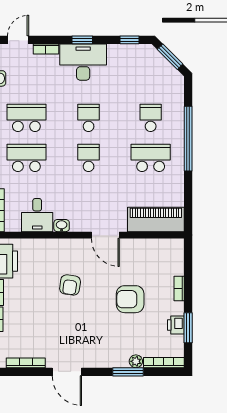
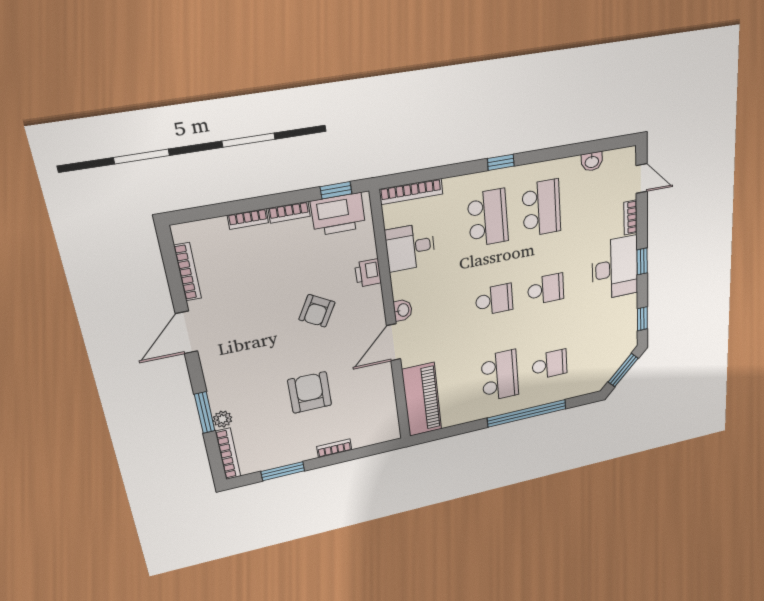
washbasin: (62, 226) -> (403, 310), moved
armchair: (70, 285) -> (317, 311), turned -69
printer: (176, 325) -> (368, 273), moved, turned -90

